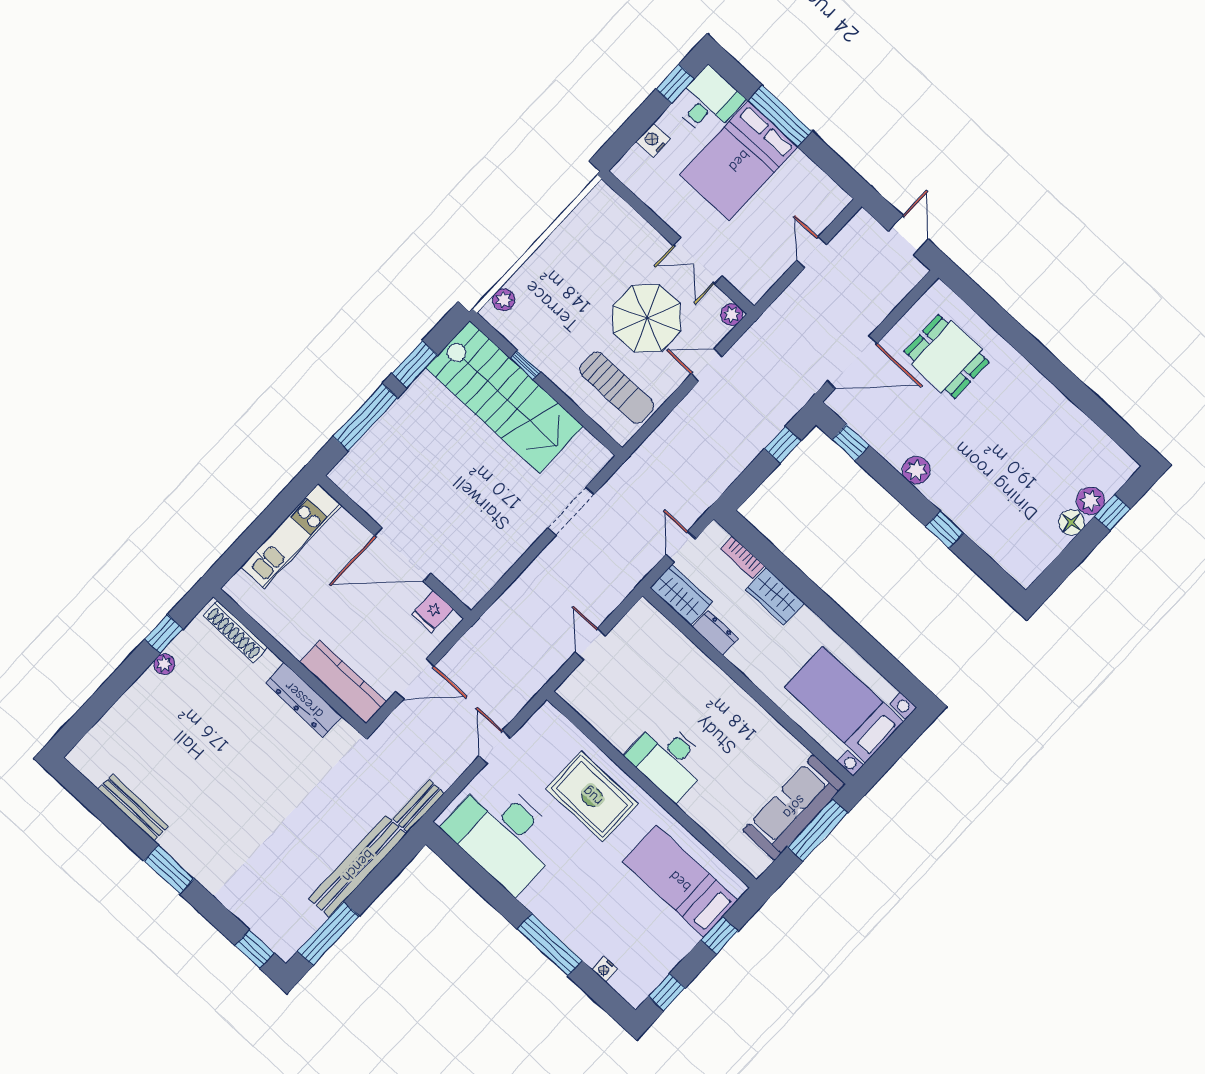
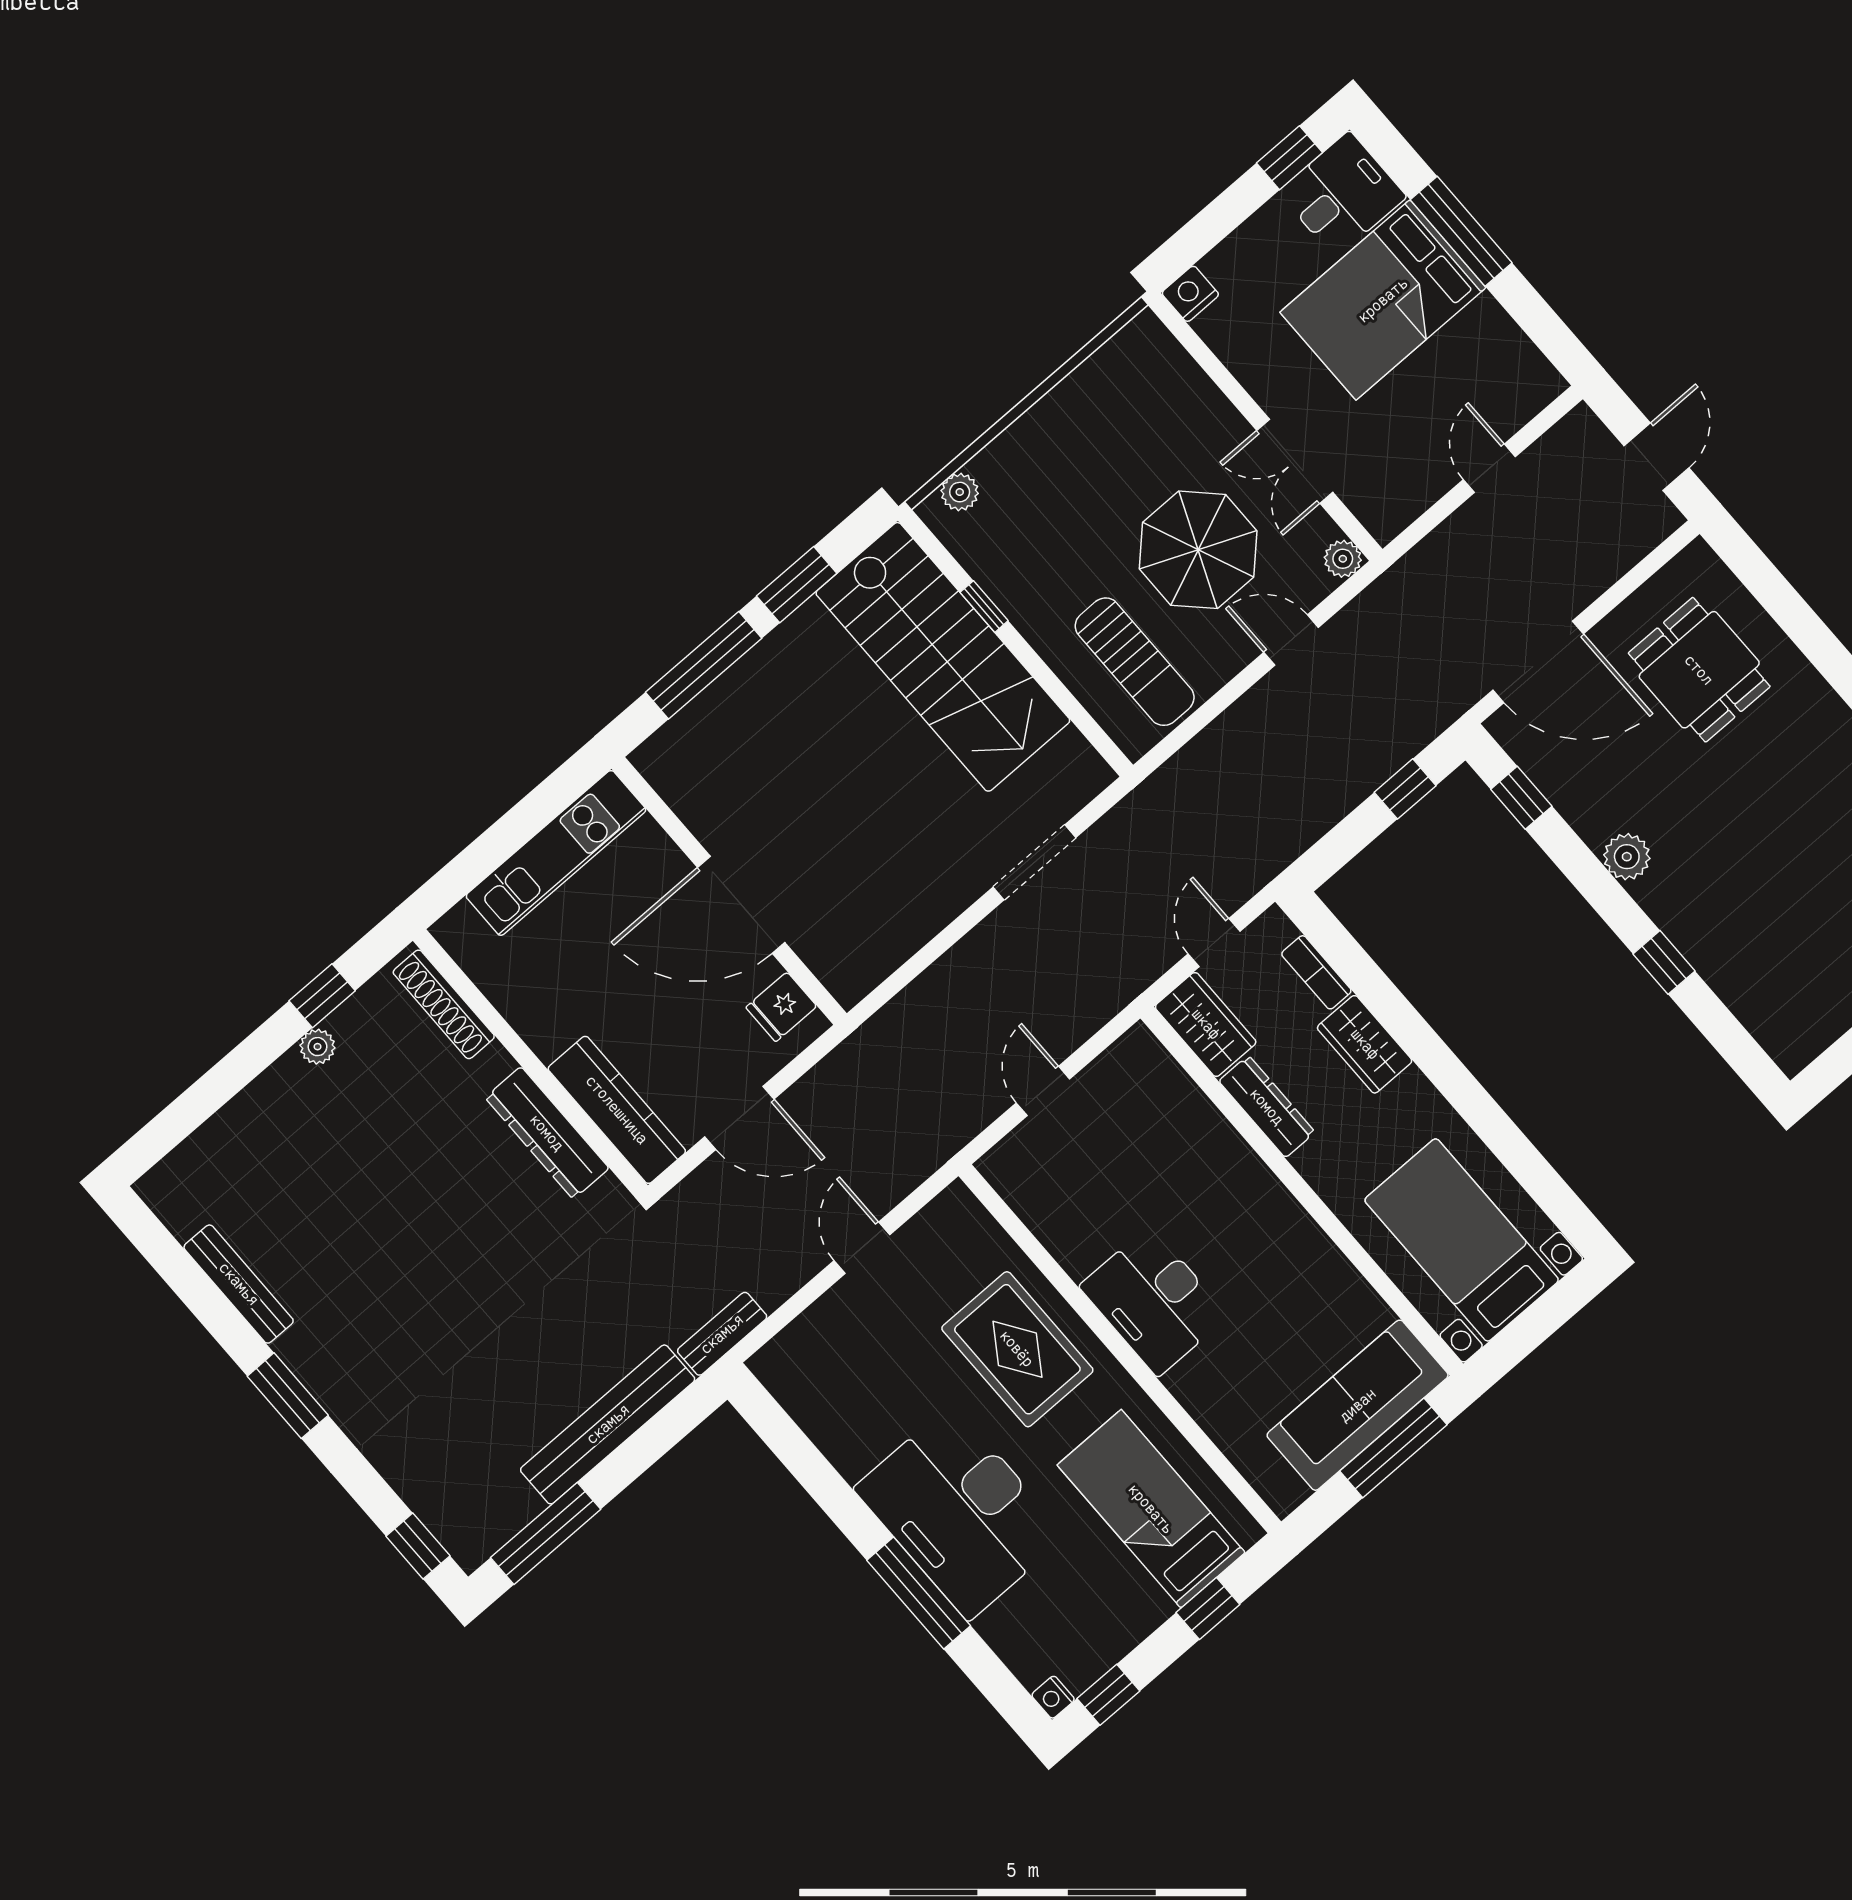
nightstand: (653, 140) -> (1190, 294), moved
dresser: (715, 633) -> (1267, 1107), width x1.44
desk: (504, 834) -> (960, 1512), moved
nightstand: (605, 969) -> (1053, 1697), moved

